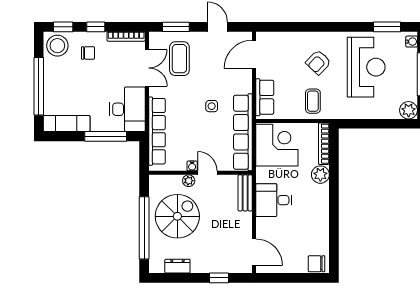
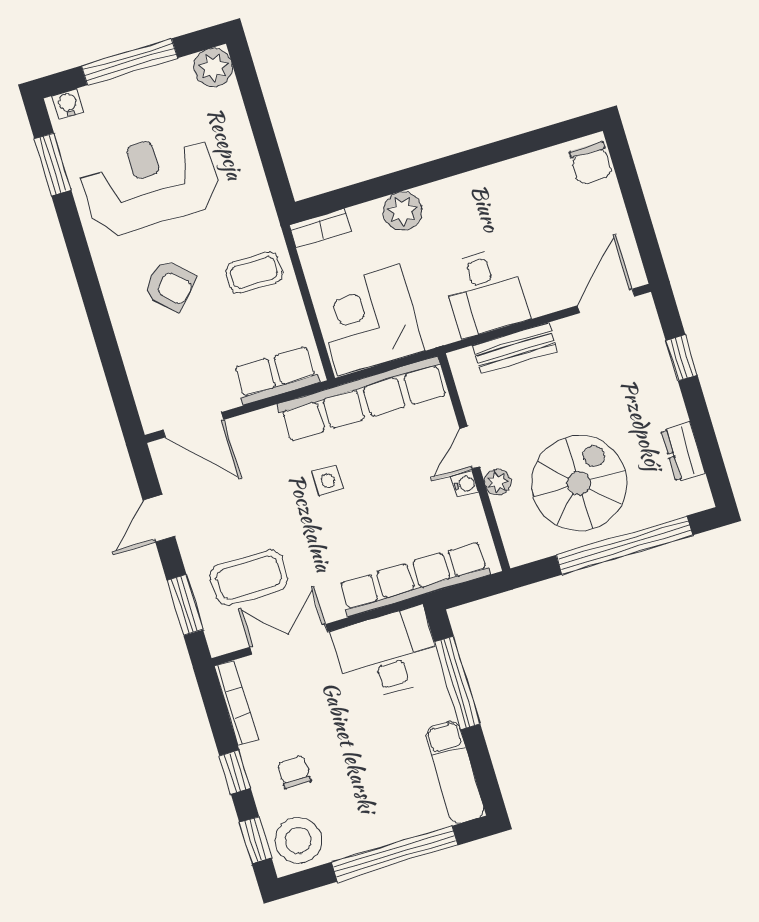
bookcase: (324, 144) -> (320, 228), width x0.64
bench: (245, 193) -> (515, 348), moved
spiral stairs: (177, 216) -> (579, 483), turned 90

